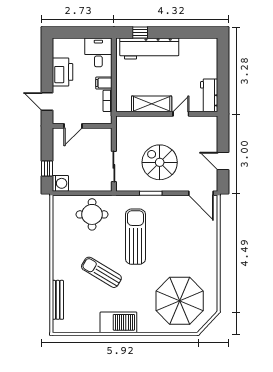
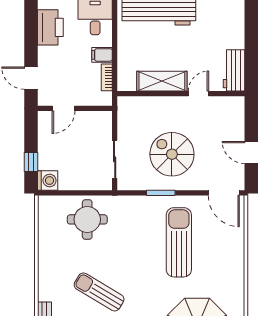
printer: (63, 72) -> (50, 27), moved
sun lounger: (135, 237) -> (179, 242), moved

